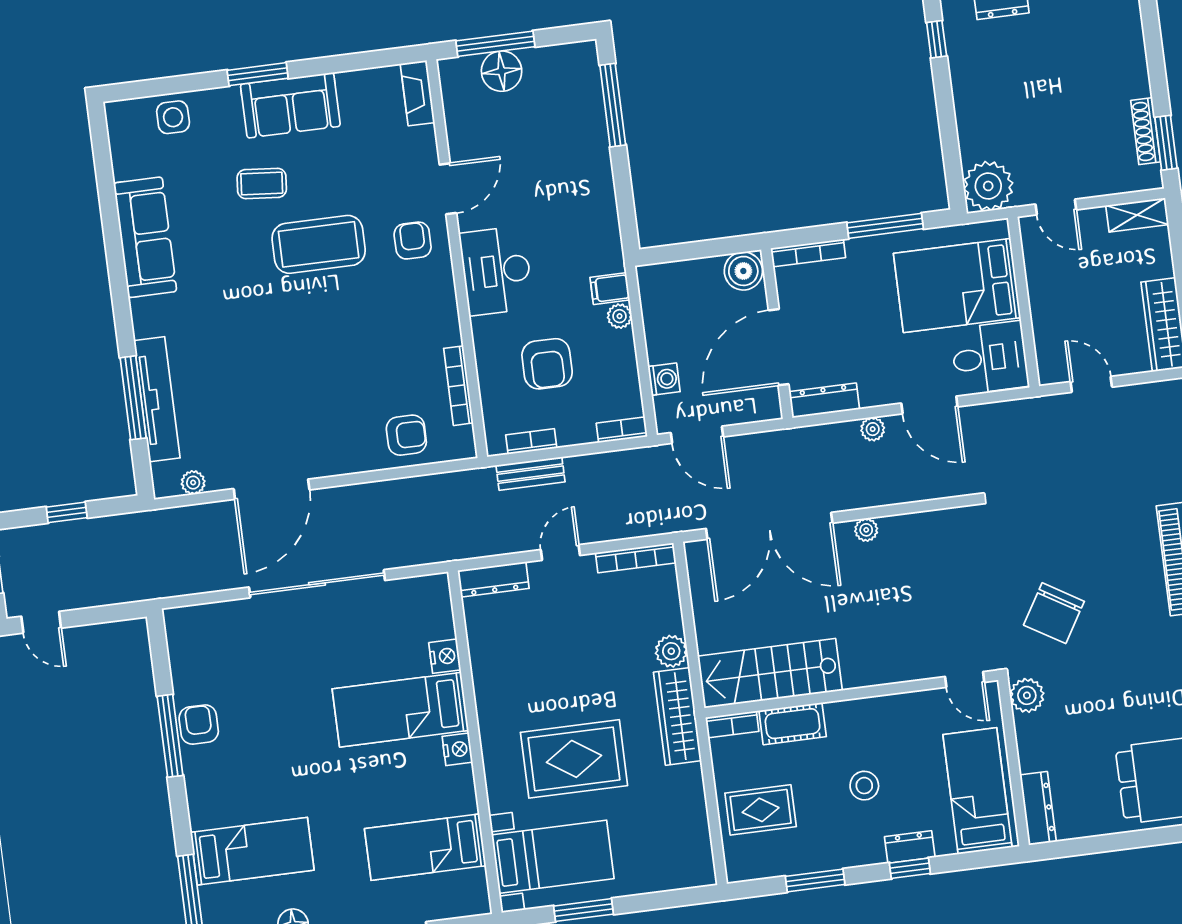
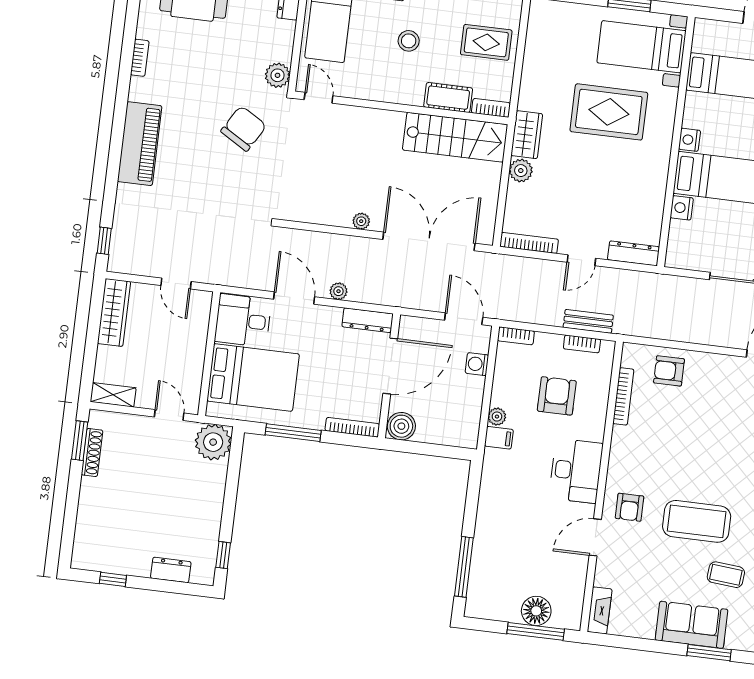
wardrobe: (677, 716) -> (527, 135), width x0.67

